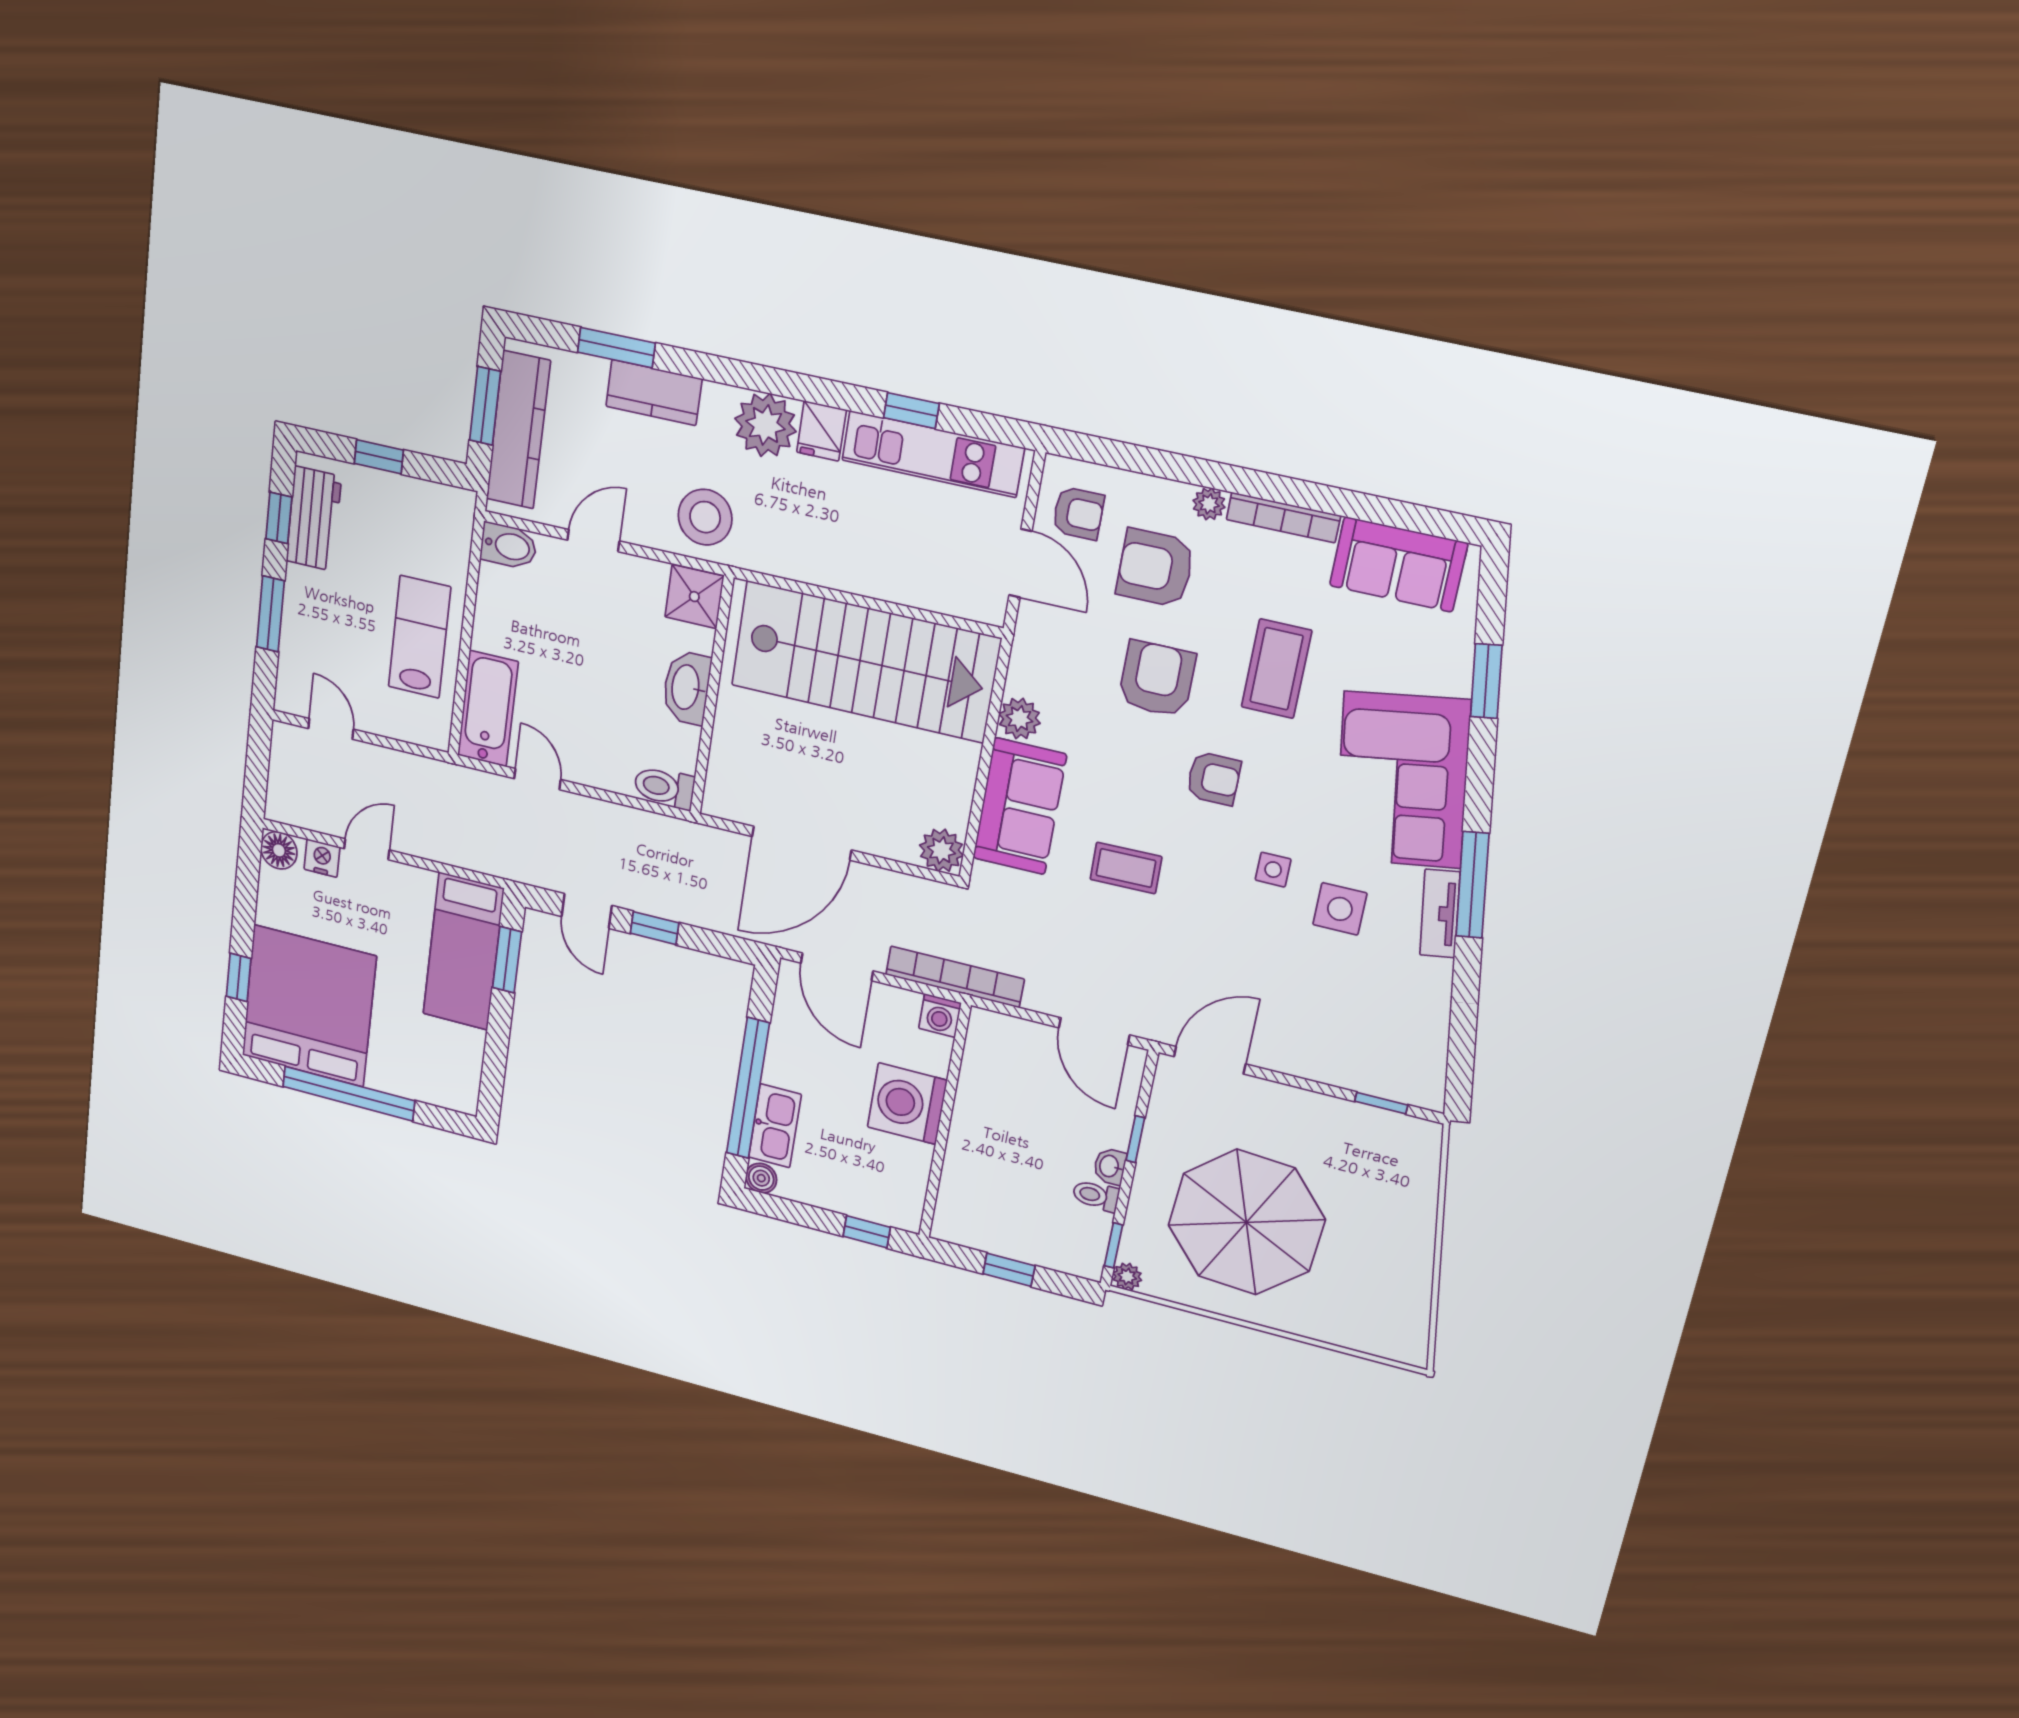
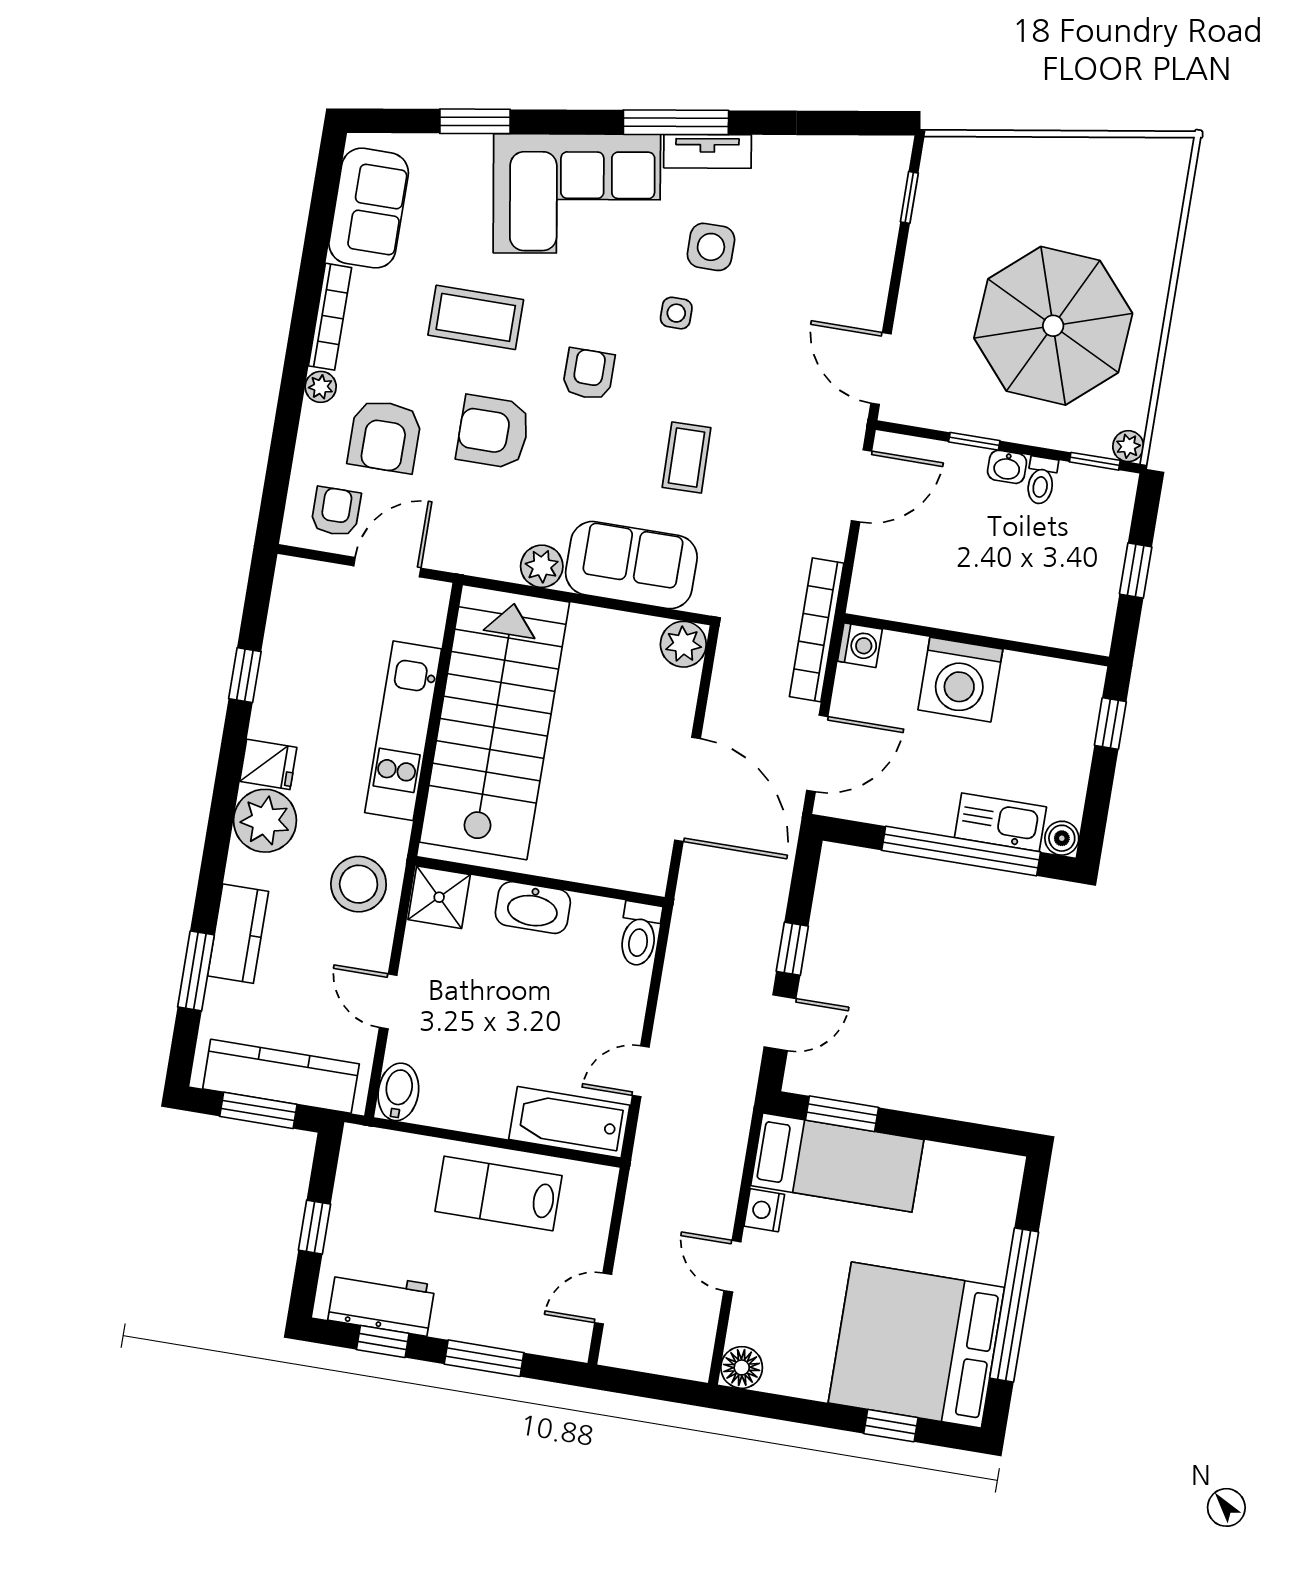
kitchen unit: (933, 454) -> (403, 731), moved, turned 180
nightstand: (322, 858) -> (764, 1210), moved

